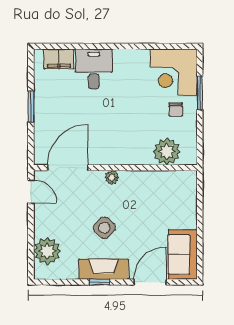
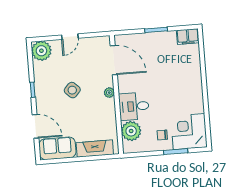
filing cabinet: (59, 59) -> (188, 36), moved, turned -90
desk: (94, 69) -> (134, 106), moved, turned 180
door: (31, 191) -> (70, 37), moved
plant: (47, 251) -> (41, 51), moved
fireplace: (104, 269) -> (95, 149), moved, turned -90

